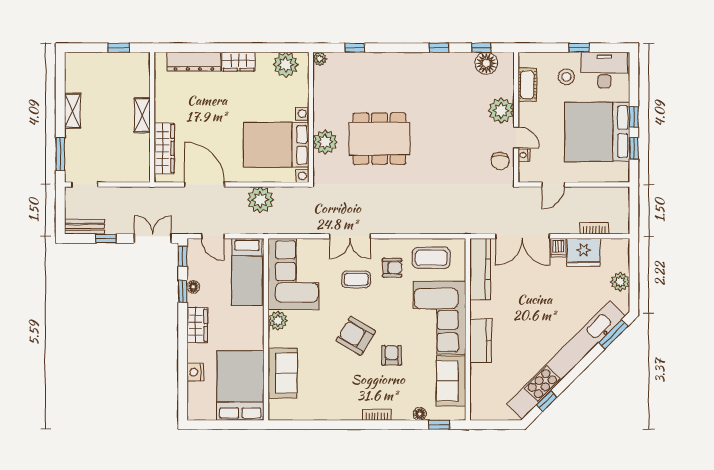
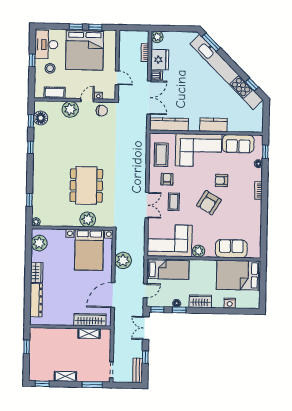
window: (60, 74) -> (42, 384), added
shelving: (142, 115) -> (89, 333), moved
plant: (620, 282) -> (157, 37), moved

